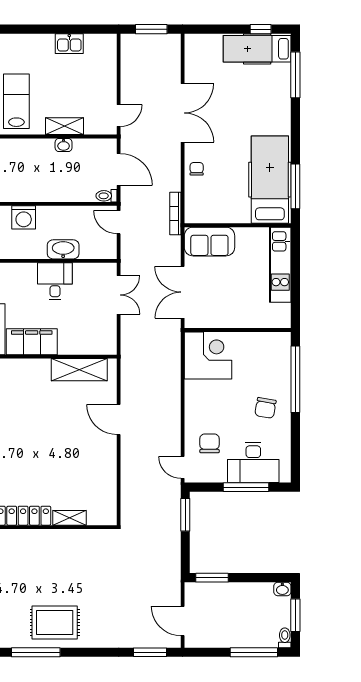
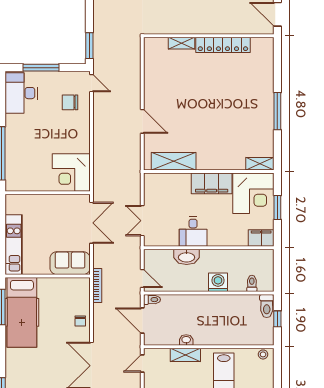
chair: (265, 408) -> (25, 131), removed
chair: (210, 443) -> (70, 102), turned 90
desk: (253, 463) -> (21, 93), moved, turned -90

